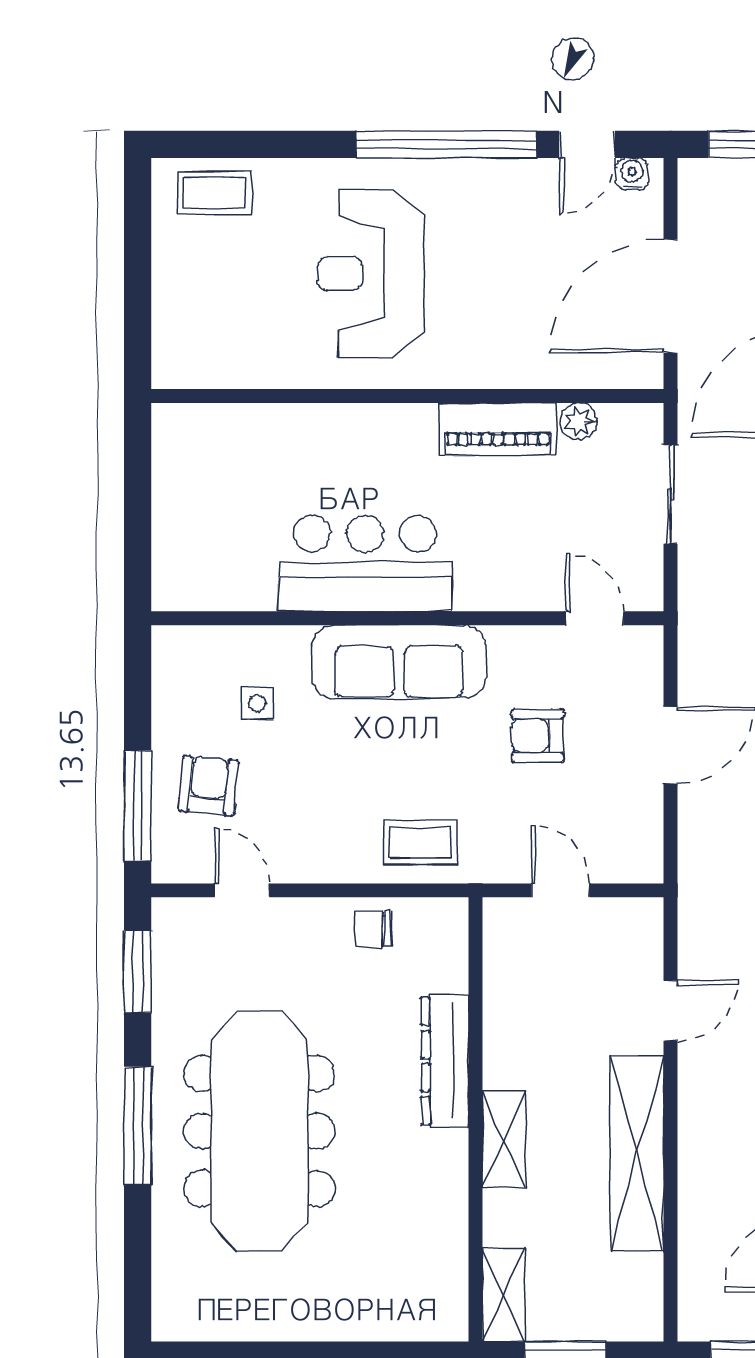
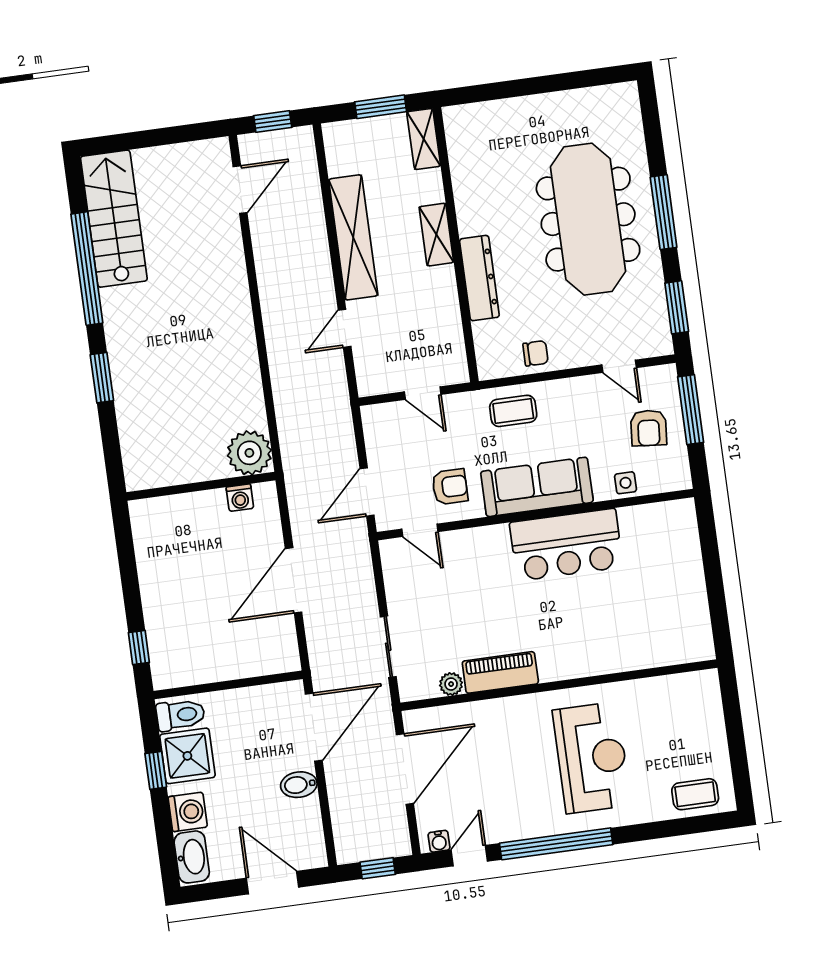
bar counter: (365, 564) -> (566, 545), moved
wall: (407, 618) -> (535, 515), moved
door: (595, 618) -> (420, 530), moved
sofa: (399, 662) -> (537, 487), moved

